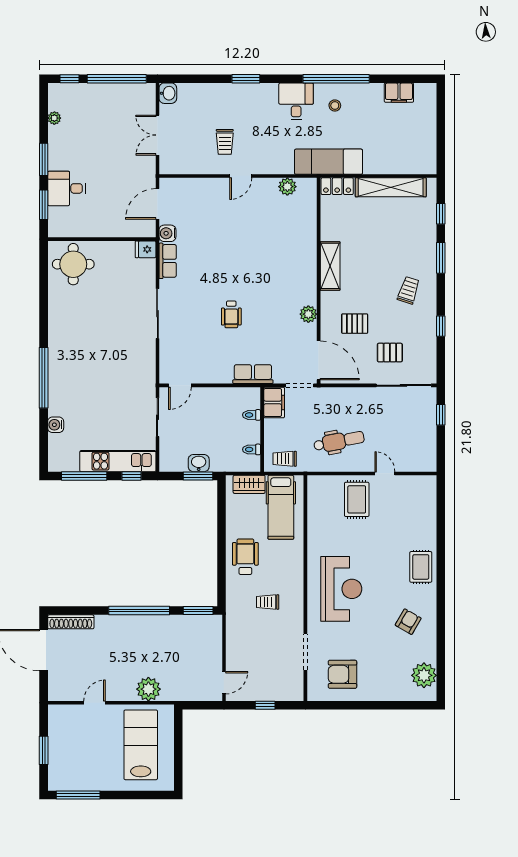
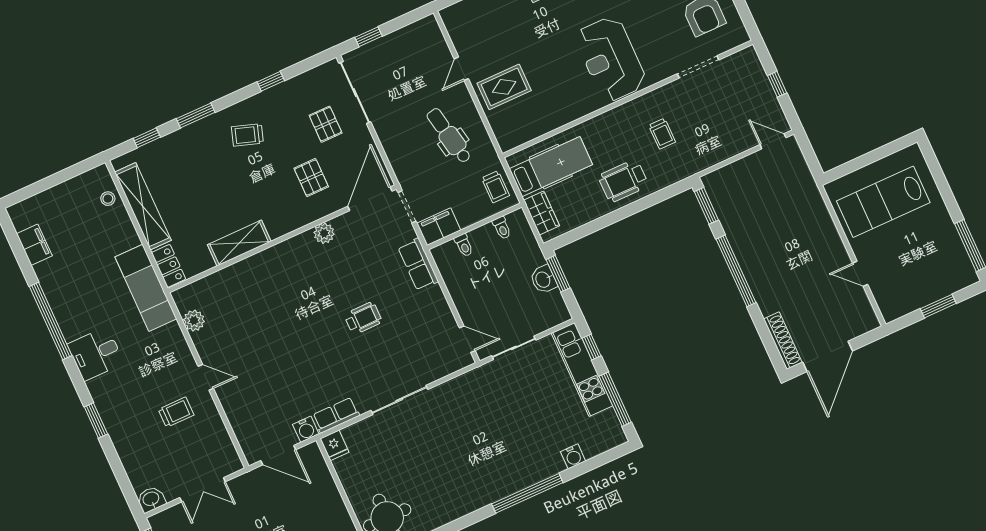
stool: (335, 106) -> (108, 199), moved
shelving: (330, 266) -> (239, 243), moved
reception desk: (341, 589) -> (611, 59), turned -90
plant: (148, 689) -> (818, 221), removed

